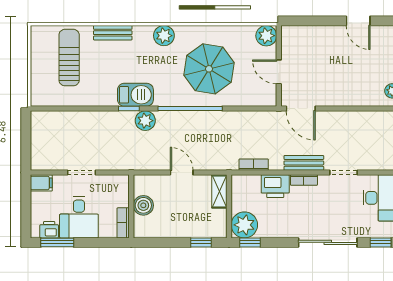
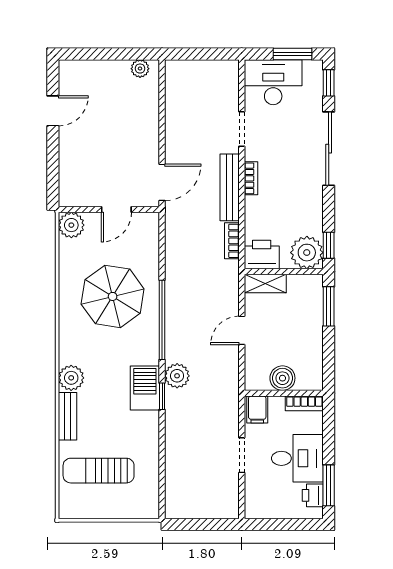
plant: (164, 36) -> (71, 378), moved
bench: (304, 163) -> (230, 187), width x1.36
filing cabinet: (41, 183) -> (257, 410), moved, turned 180
printer: (275, 186) -> (262, 255), moved, turned -90
window: (201, 242) -> (329, 306), width x1.50

